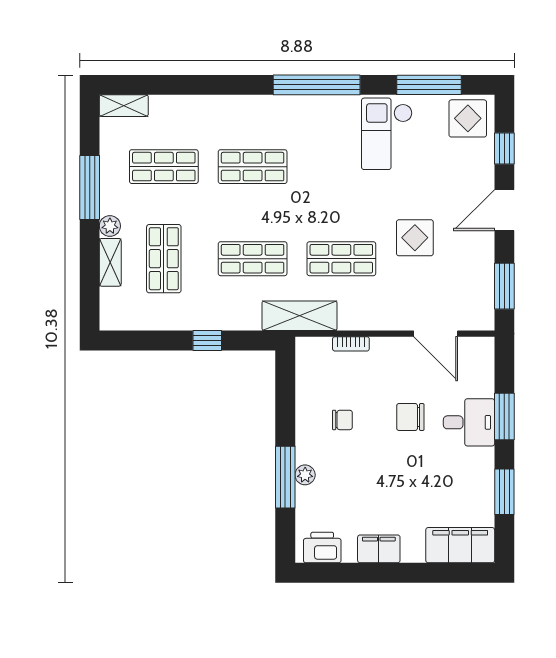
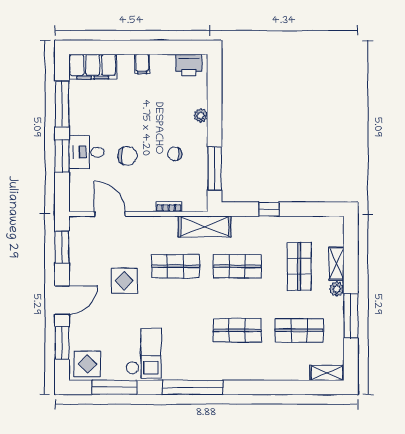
window: (504, 148) -> (62, 343), width x1.50
window: (285, 477) -> (215, 168), moved
window: (504, 492) -> (62, 104), width x1.44
filing cabinet: (379, 549) -> (142, 64), width x0.50

